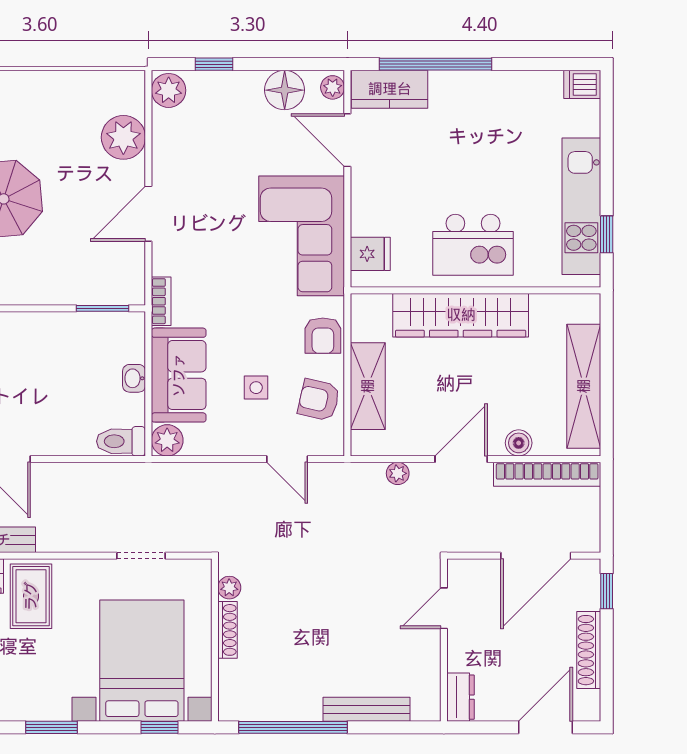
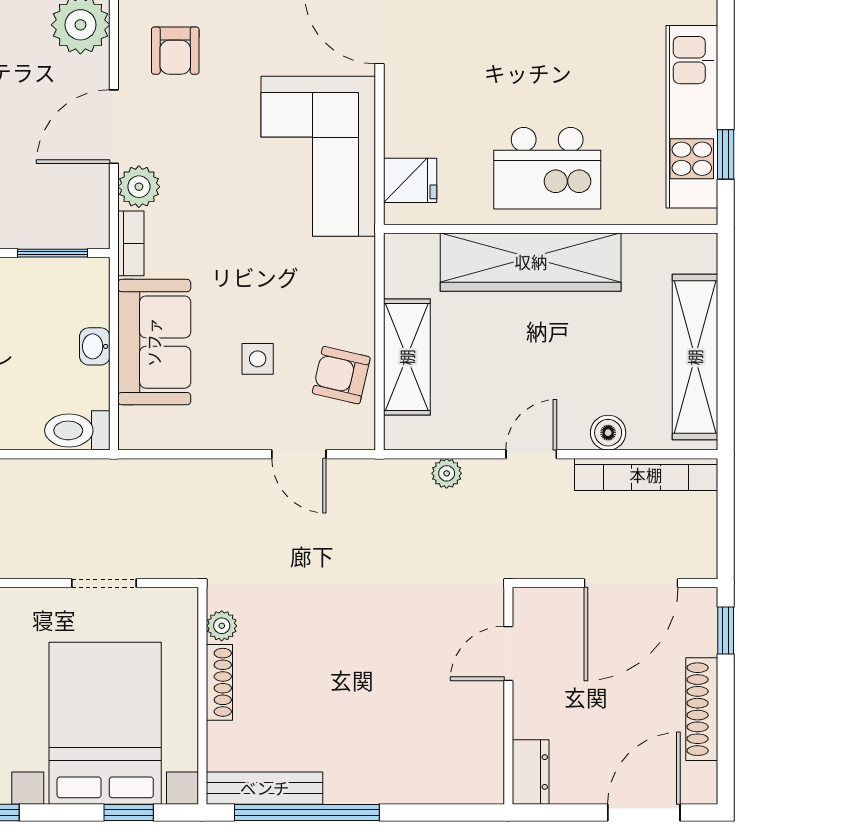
armchair: (323, 336) -> (175, 51), moved
plant: (167, 440) -> (139, 187), moved
door: (461, 459) -> (531, 454), width x0.73
bench: (366, 709) -> (265, 788), moved

